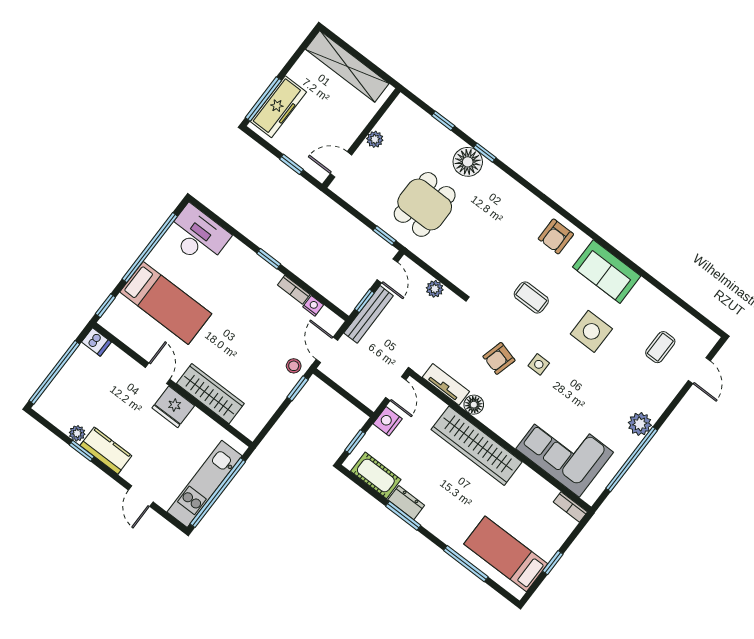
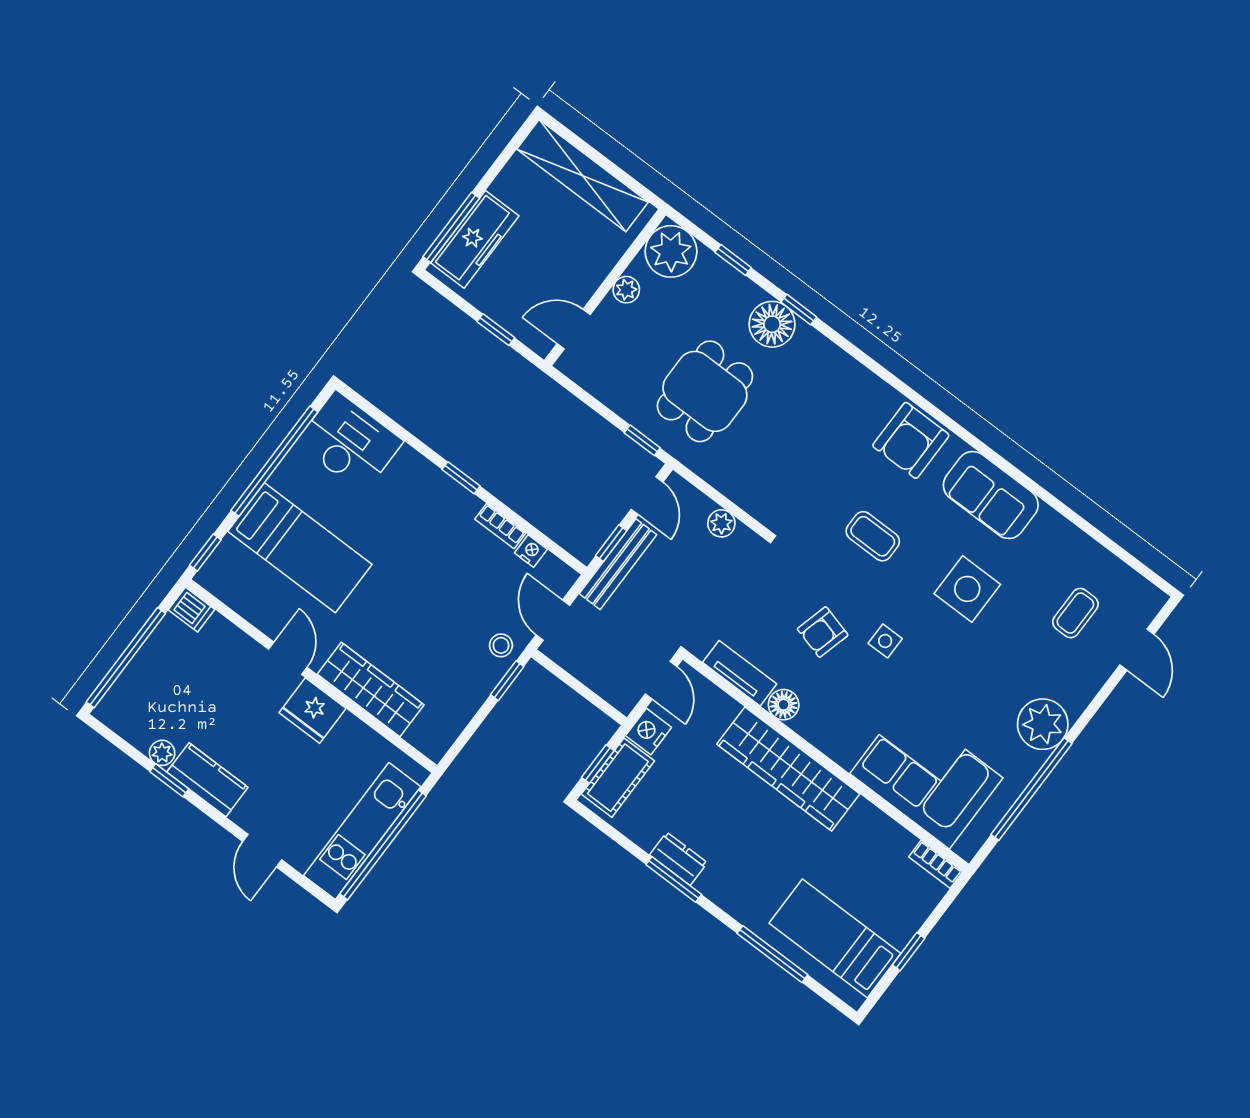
plant: (403, 115) -> (671, 251), added
armchair: (556, 236) -> (911, 440), width x1.38, depth x1.38
plant: (640, 424) -> (1043, 724), width x1.36, depth x1.36
cot: (376, 475) -> (618, 778), moved, turned 90

